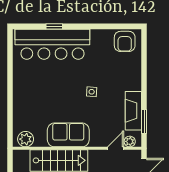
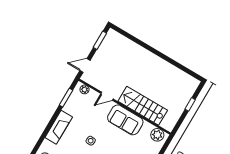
fireplace: (133, 111) -> (59, 127), moved
door: (116, 148) -> (107, 96), moved

